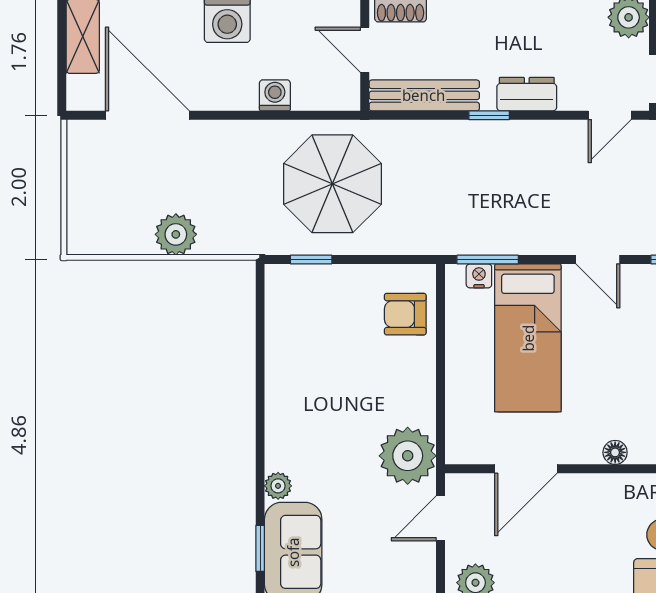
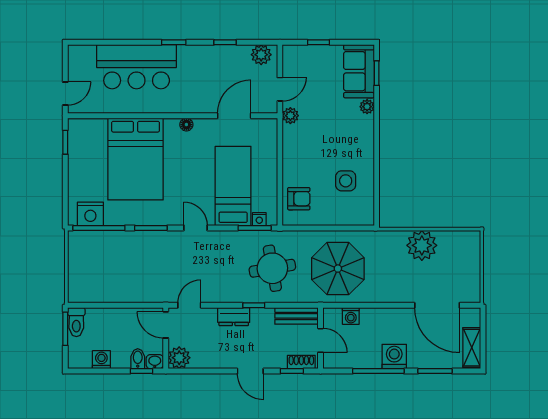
washing machine: (275, 95) -> (351, 316), moved
bench: (424, 95) -> (297, 316), width x0.73
round table: (455, 184) -> (272, 268), added
plant: (176, 234) -> (422, 245), width x1.36, depth x1.36
window: (311, 260) -> (349, 228), removed
side table: (318, 347) -> (346, 181), added
plant: (408, 456) -> (290, 116), width x0.53, depth x0.53

